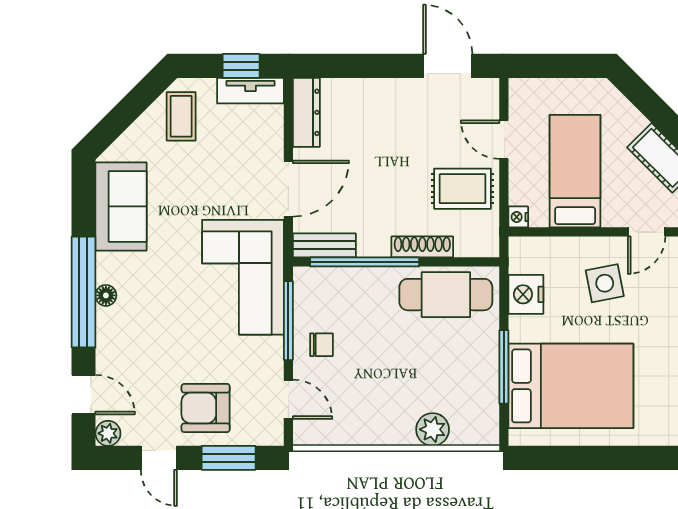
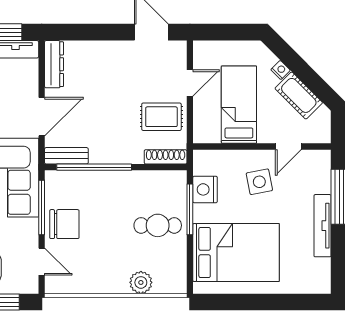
door: (504, 140) -> (190, 83), swing flipped
nightstand: (518, 217) -> (281, 70), moved, turned 135
shoe rack: (422, 247) -> (166, 157), moved
cafe table: (446, 295) -> (158, 225), moved, width x0.73, depth x0.74
chair: (321, 345) -> (64, 224), width x1.87, depth x1.87
window: (504, 367) -> (190, 209), moved

